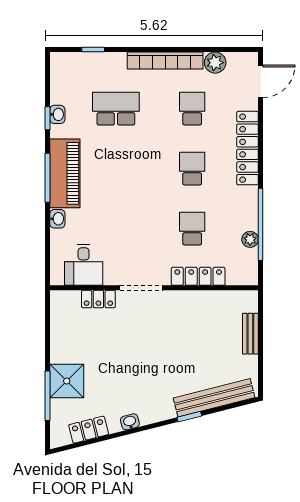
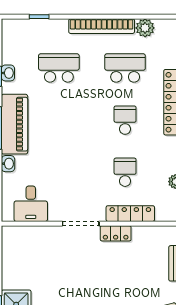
school desk: (192, 109) -> (125, 68), width x1.85
locker: (98, 299) -> (116, 233), moved

